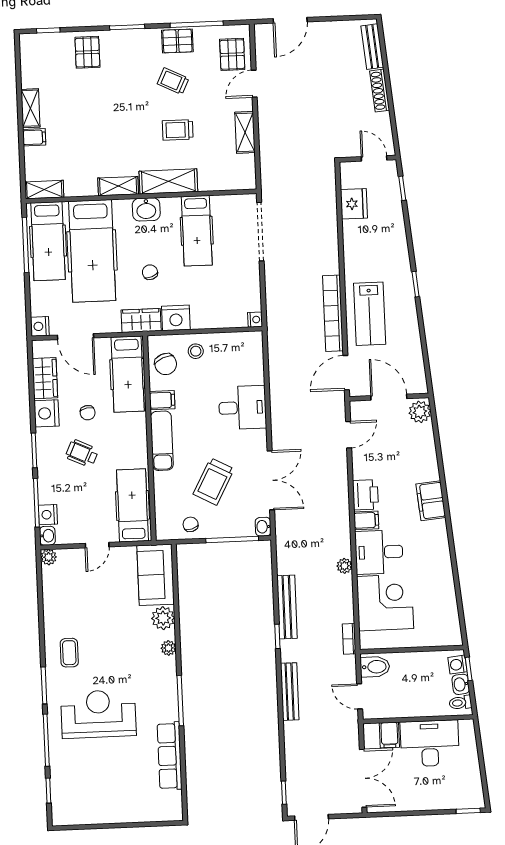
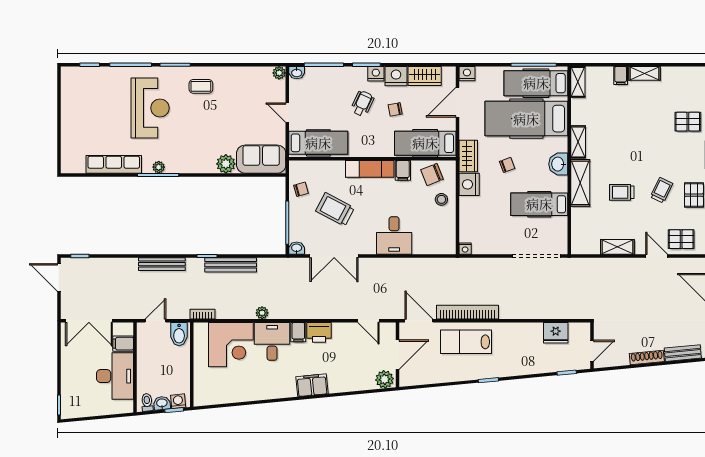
trolley: (178, 130) -> (622, 192), turned -90
nightstand: (48, 515) -> (376, 74), moved
plant: (169, 648) -> (159, 167), moved

